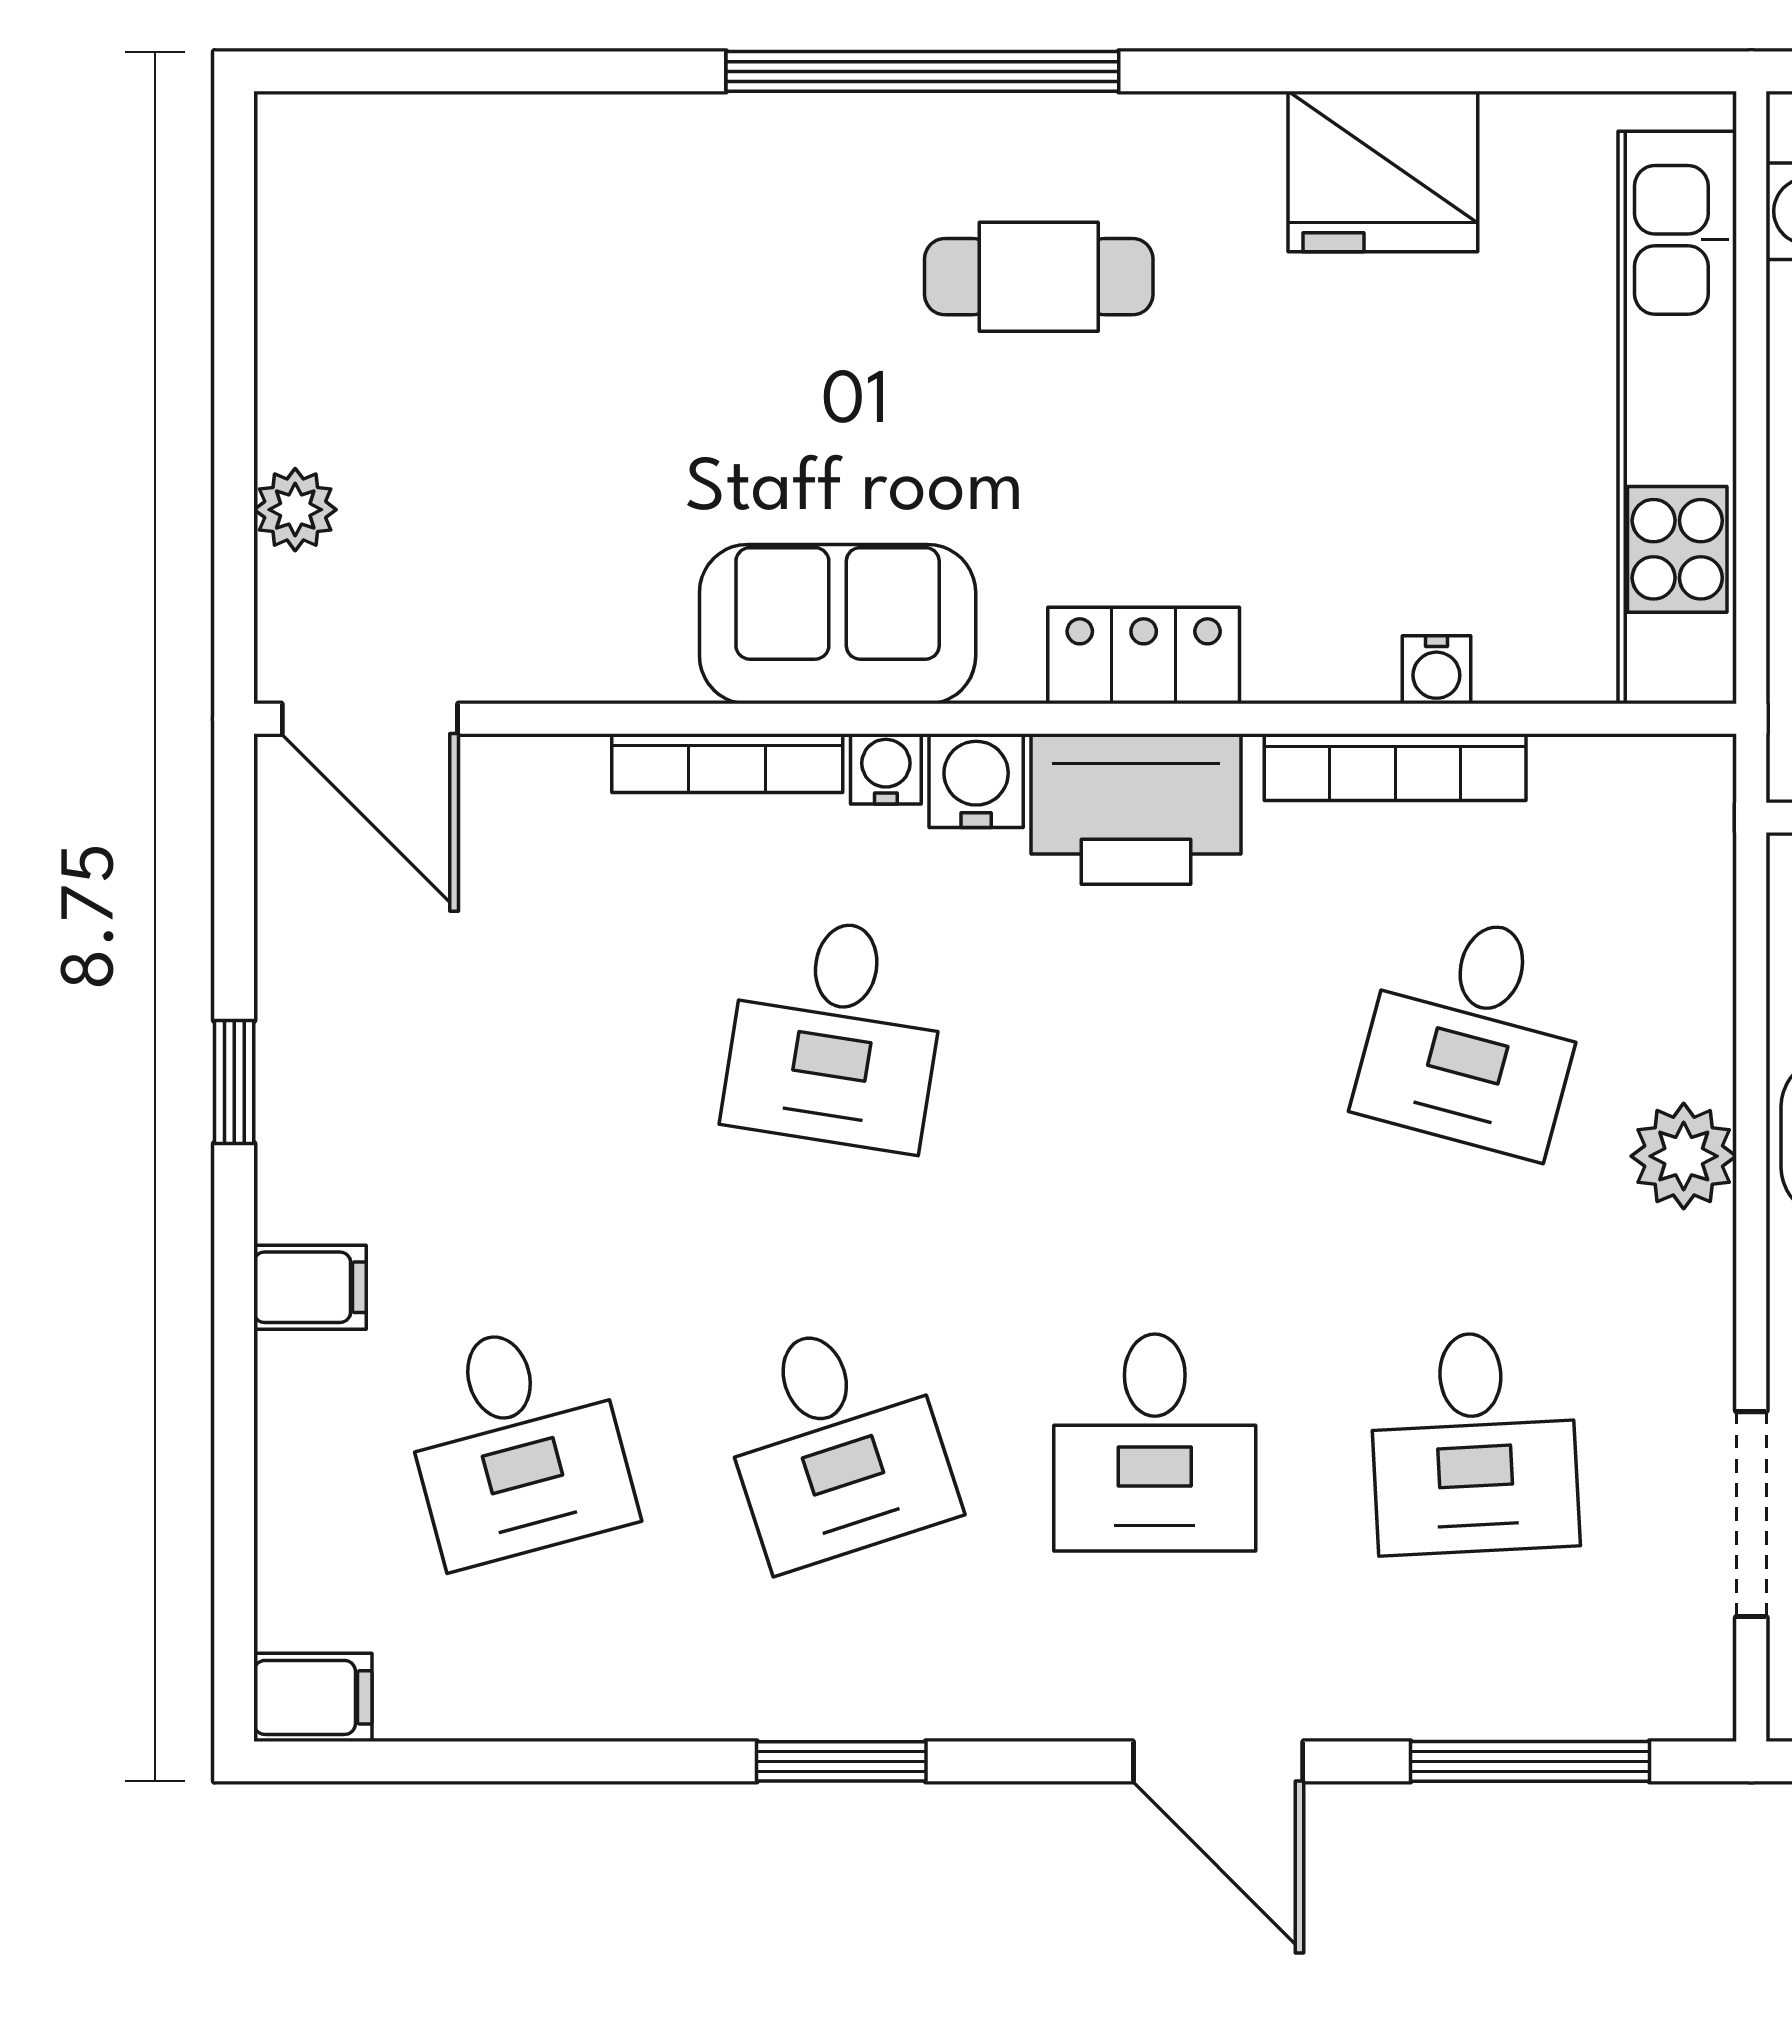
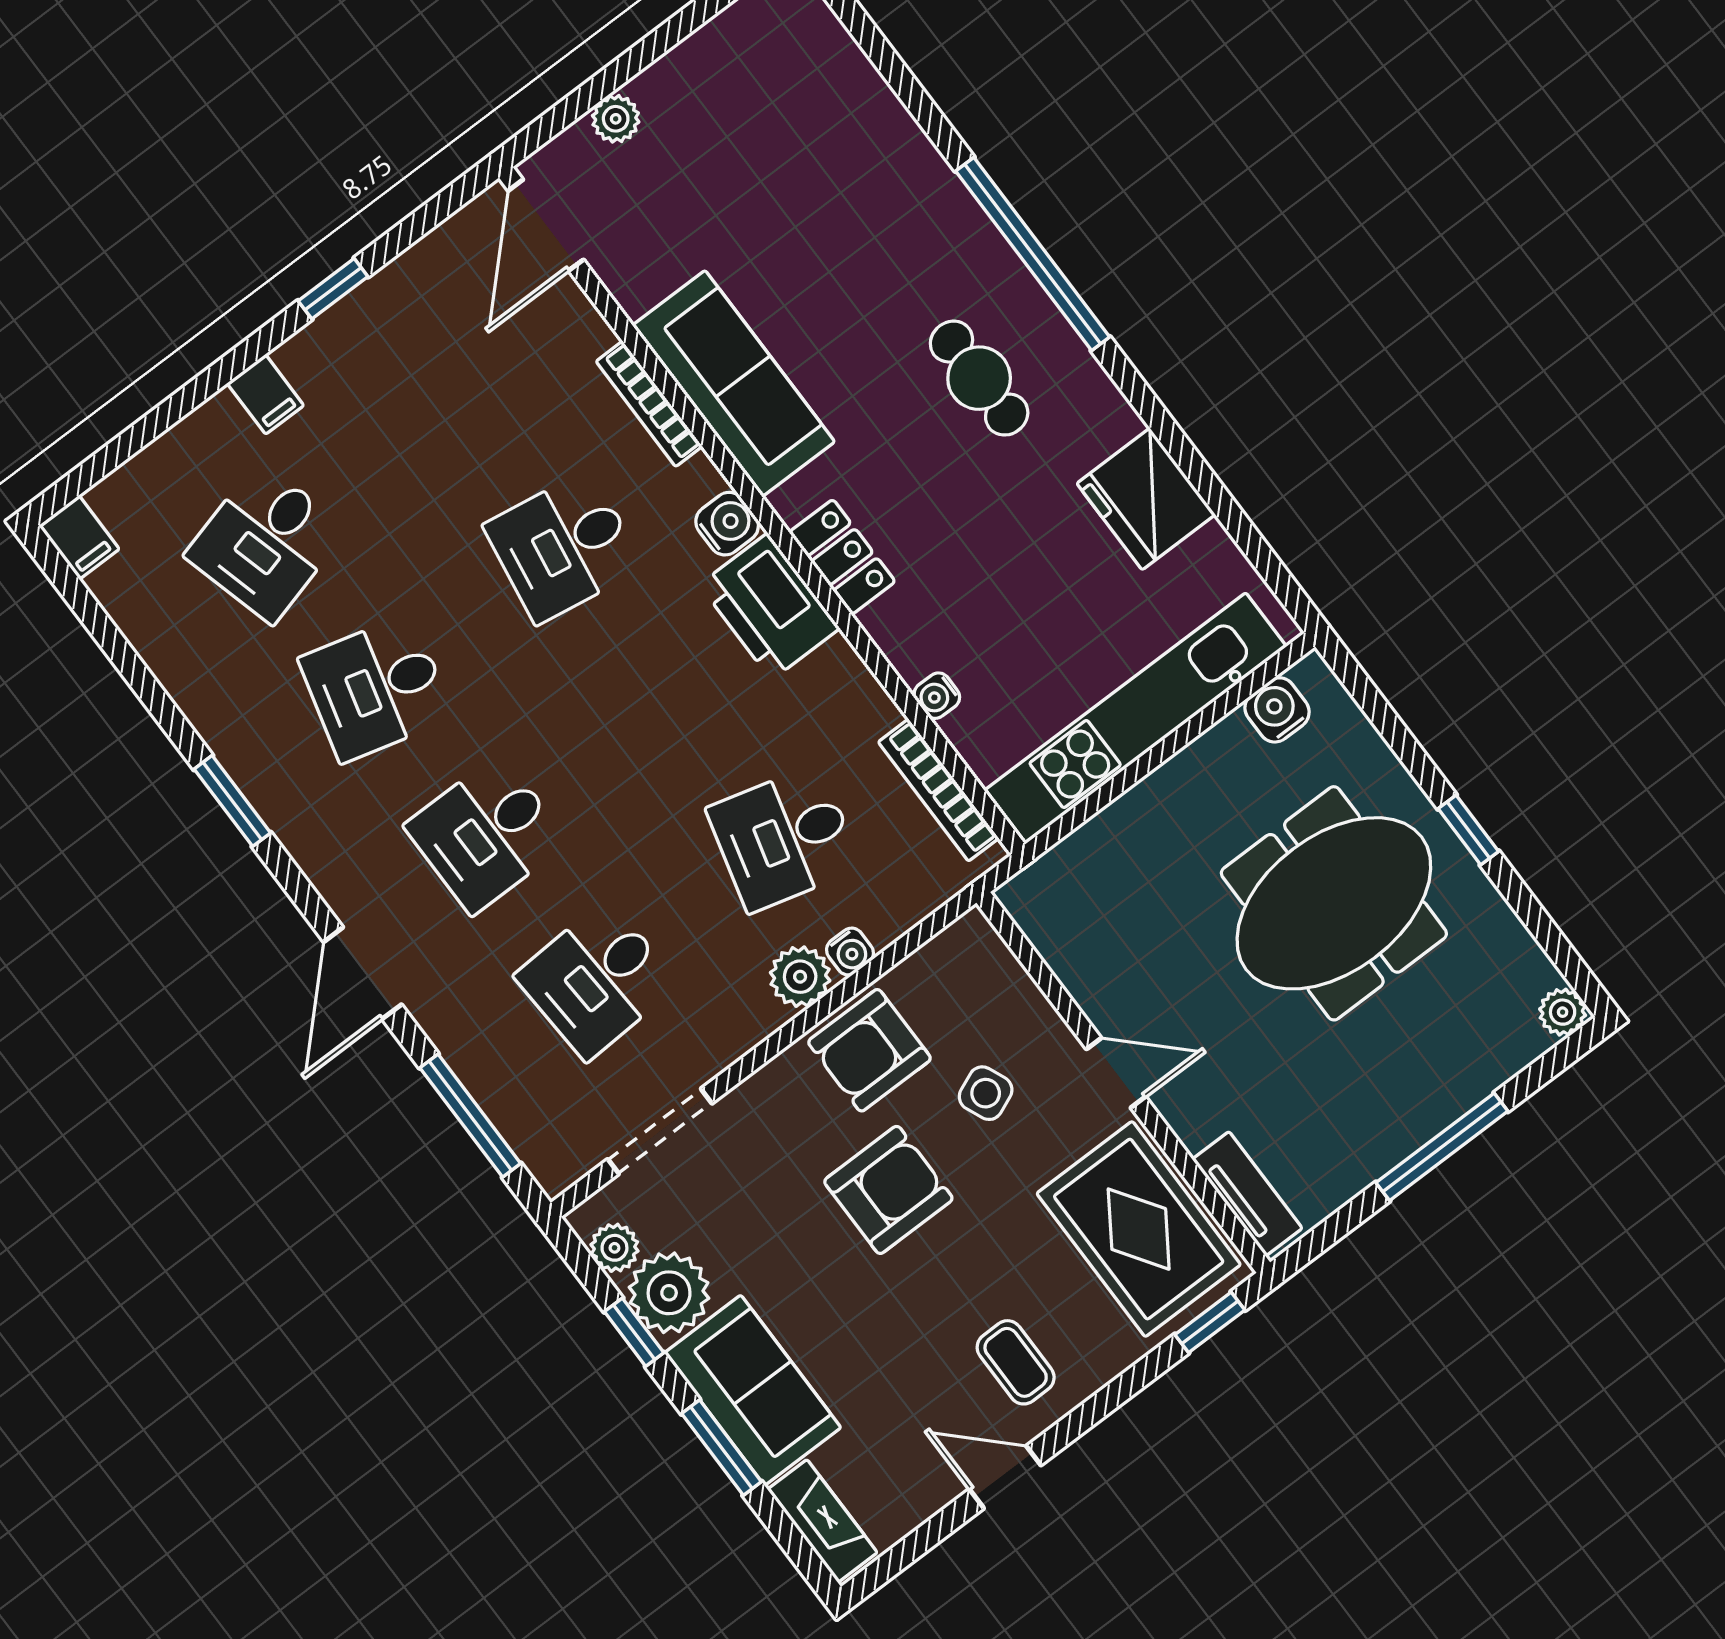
sofa: (838, 624) -> (734, 383), width x1.36
bookcase: (1395, 767) -> (938, 790), moved
water cooler: (886, 769) -> (850, 952), moved, turned 90
desk: (836, 1443) -> (376, 688), turned 33

